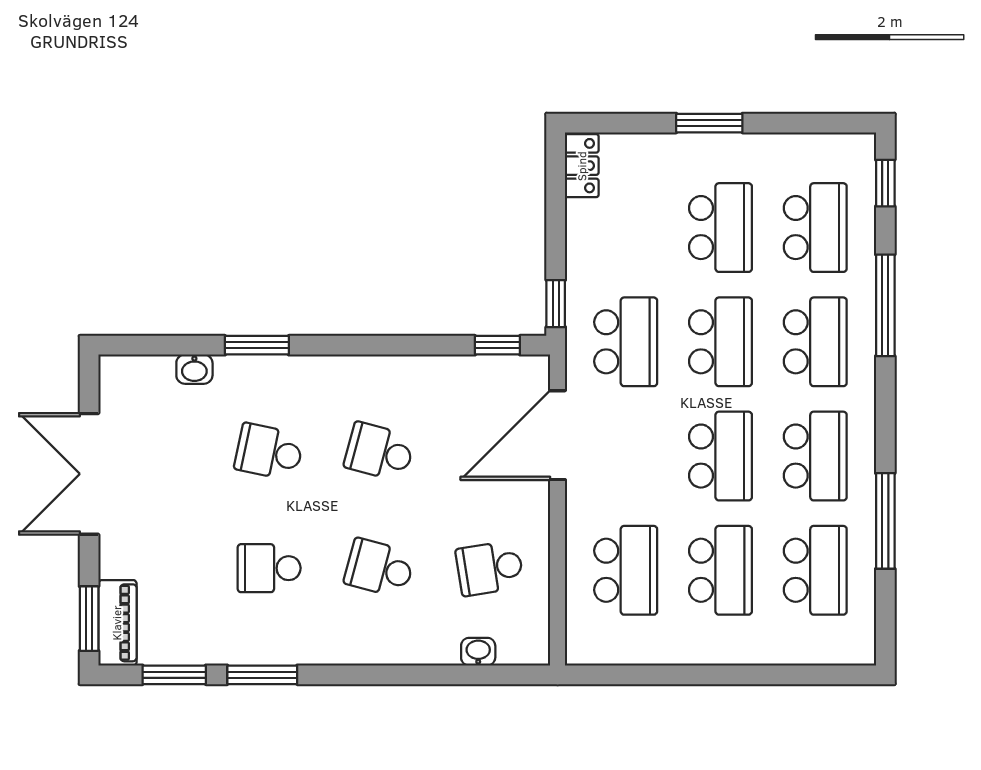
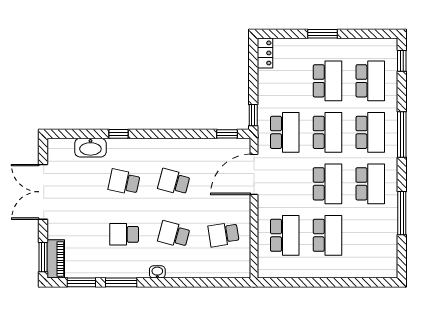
window: (885, 305) -> (402, 134), moved
window: (257, 345) -> (119, 134), width x0.67
washbasin: (194, 369) -> (90, 148), width x1.91, depth x1.45
school desk: (815, 570) -> (370, 235), removed
washbasin: (478, 652) -> (157, 272), moved

